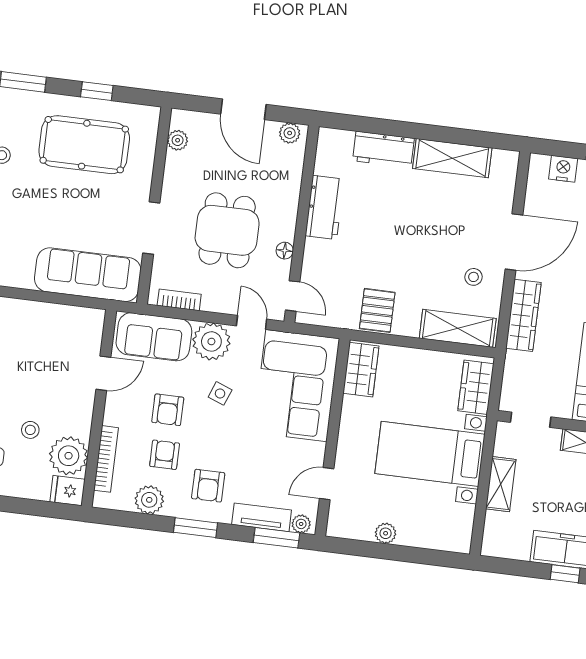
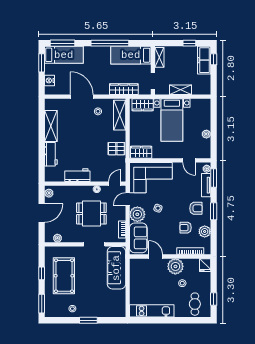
wardrobe: (523, 315) -> (124, 89), moved
armchair: (168, 410) -> (167, 229), removed
plant: (69, 456) -> (175, 266), moved

